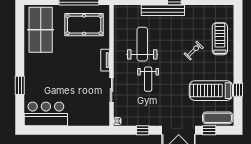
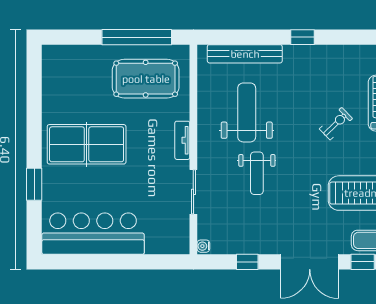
bench: (163, 10) -> (245, 54), moved
table tennis table: (41, 30) -> (87, 144), moved, turned 90
bar counter: (46, 114) -> (93, 234), width x1.36

